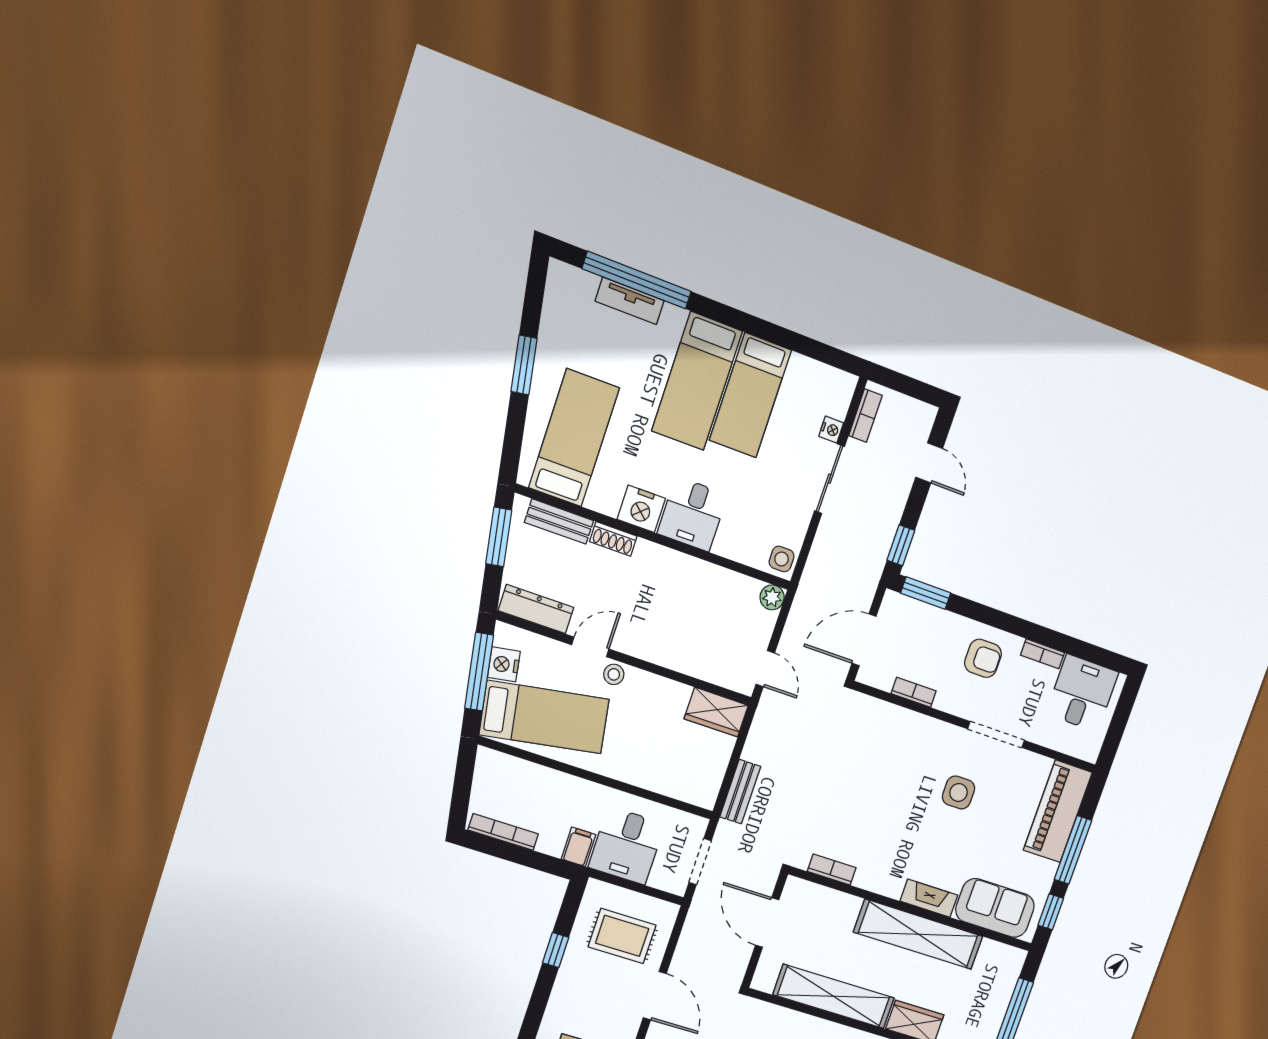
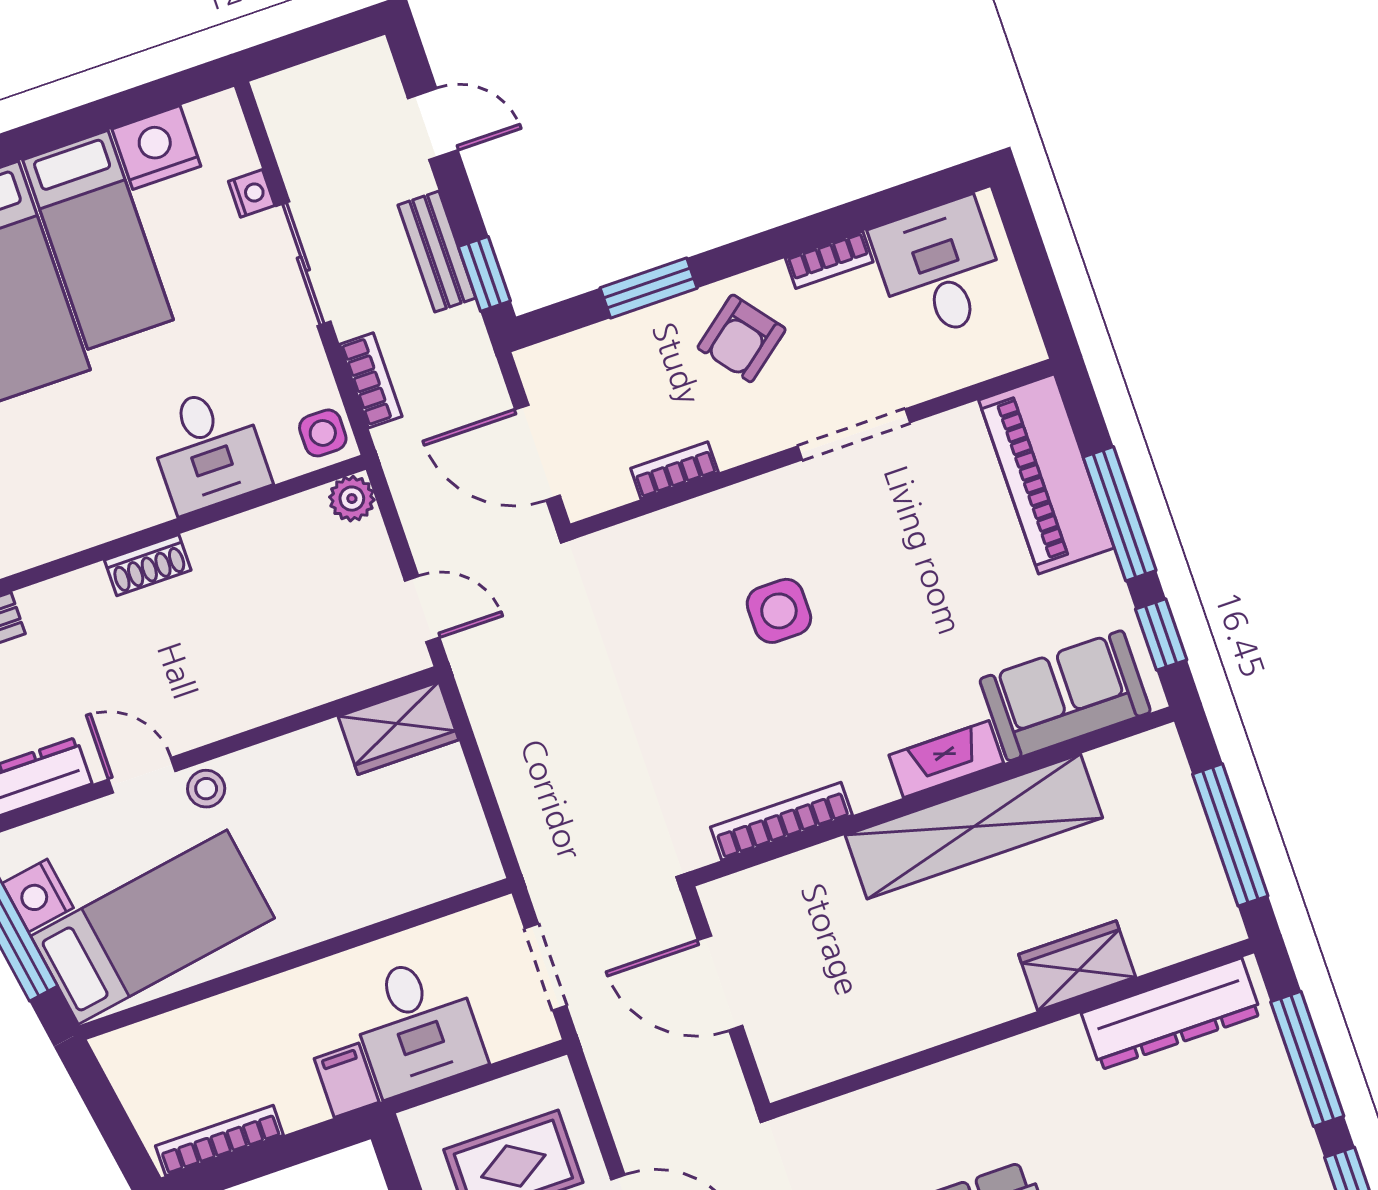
bookcase: (865, 416) -> (371, 380), moved
nightstand: (641, 509) -> (156, 148), moved, turned 180
desk: (692, 514) -> (208, 450), moved
shoe rack: (613, 539) -> (148, 565), moved
window: (926, 593) -> (649, 288), moved
door: (864, 640) -> (538, 453), hinge flipped
door: (590, 647) -> (142, 775), hinge flipped
armchair: (983, 658) -> (742, 338), turned 142
bench: (740, 792) -> (437, 252), moved
side table: (959, 792) -> (779, 611), moved
bookcase: (832, 870) -> (781, 821), width x1.56
shelving: (834, 996) -> (914, 1020), removed

